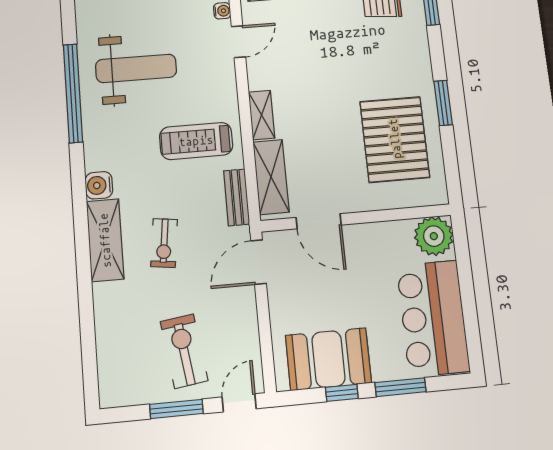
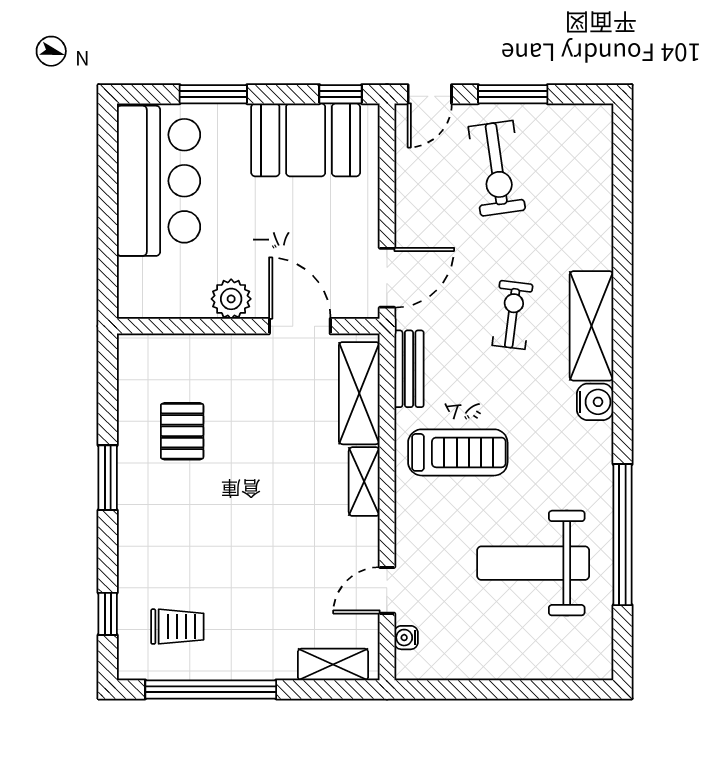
pallet: (395, 139) -> (182, 431), width x0.49, depth x0.50
plant: (434, 236) -> (231, 299), moved, width x0.73, depth x0.73
window: (342, 393) -> (341, 94), moved

